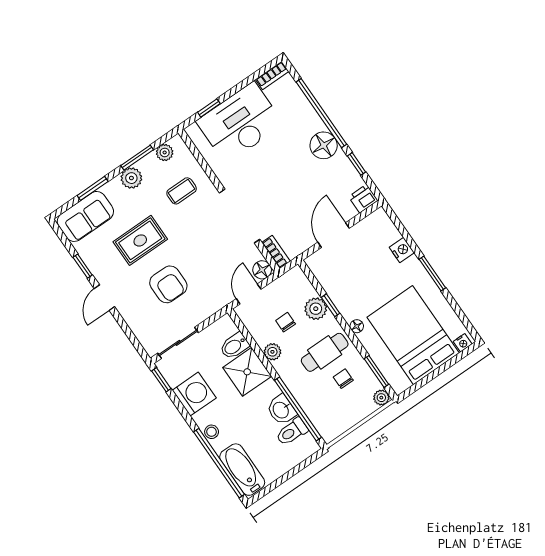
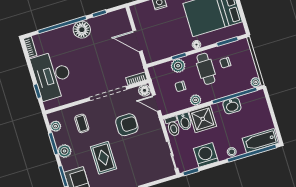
printer: (363, 199) -> (121, 16), removed
armchair: (168, 284) -> (127, 125), moved
plant: (381, 398) -> (256, 82), moved
toilet: (292, 432) -> (173, 126), moved

